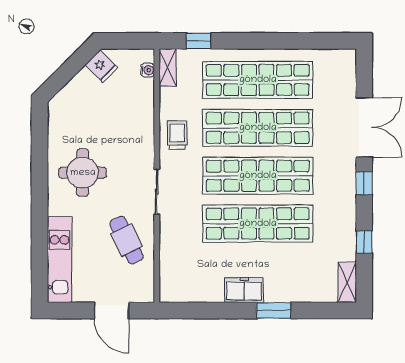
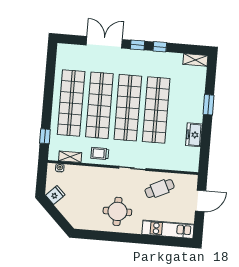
shelving: (168, 67) -> (70, 157), moved
window: (364, 242) -> (160, 47), moved
freezer: (244, 290) -> (194, 135), moved

